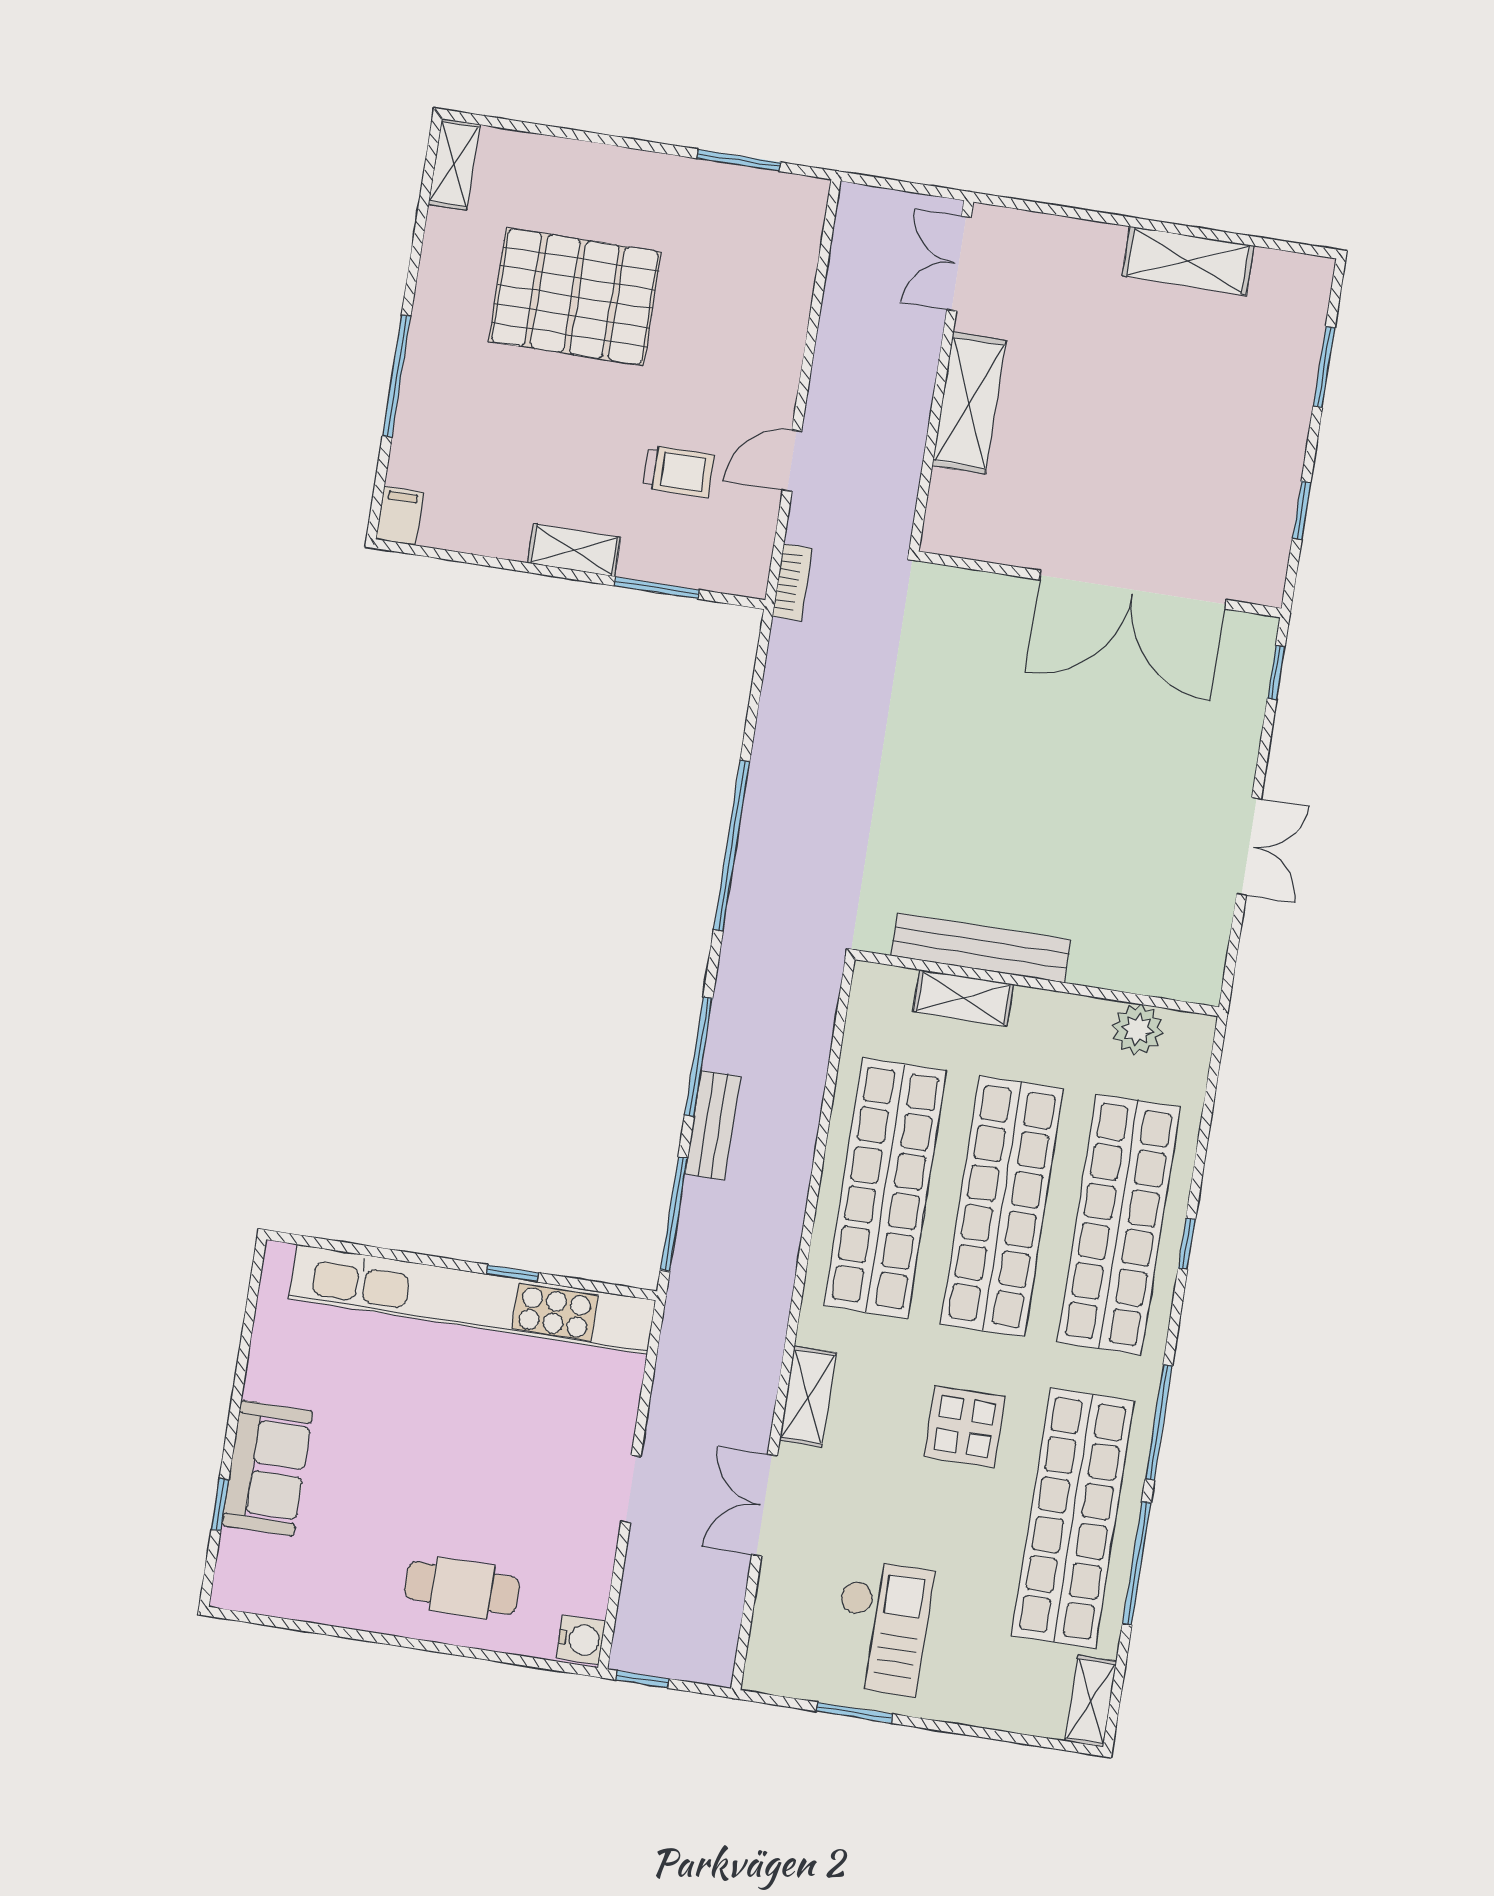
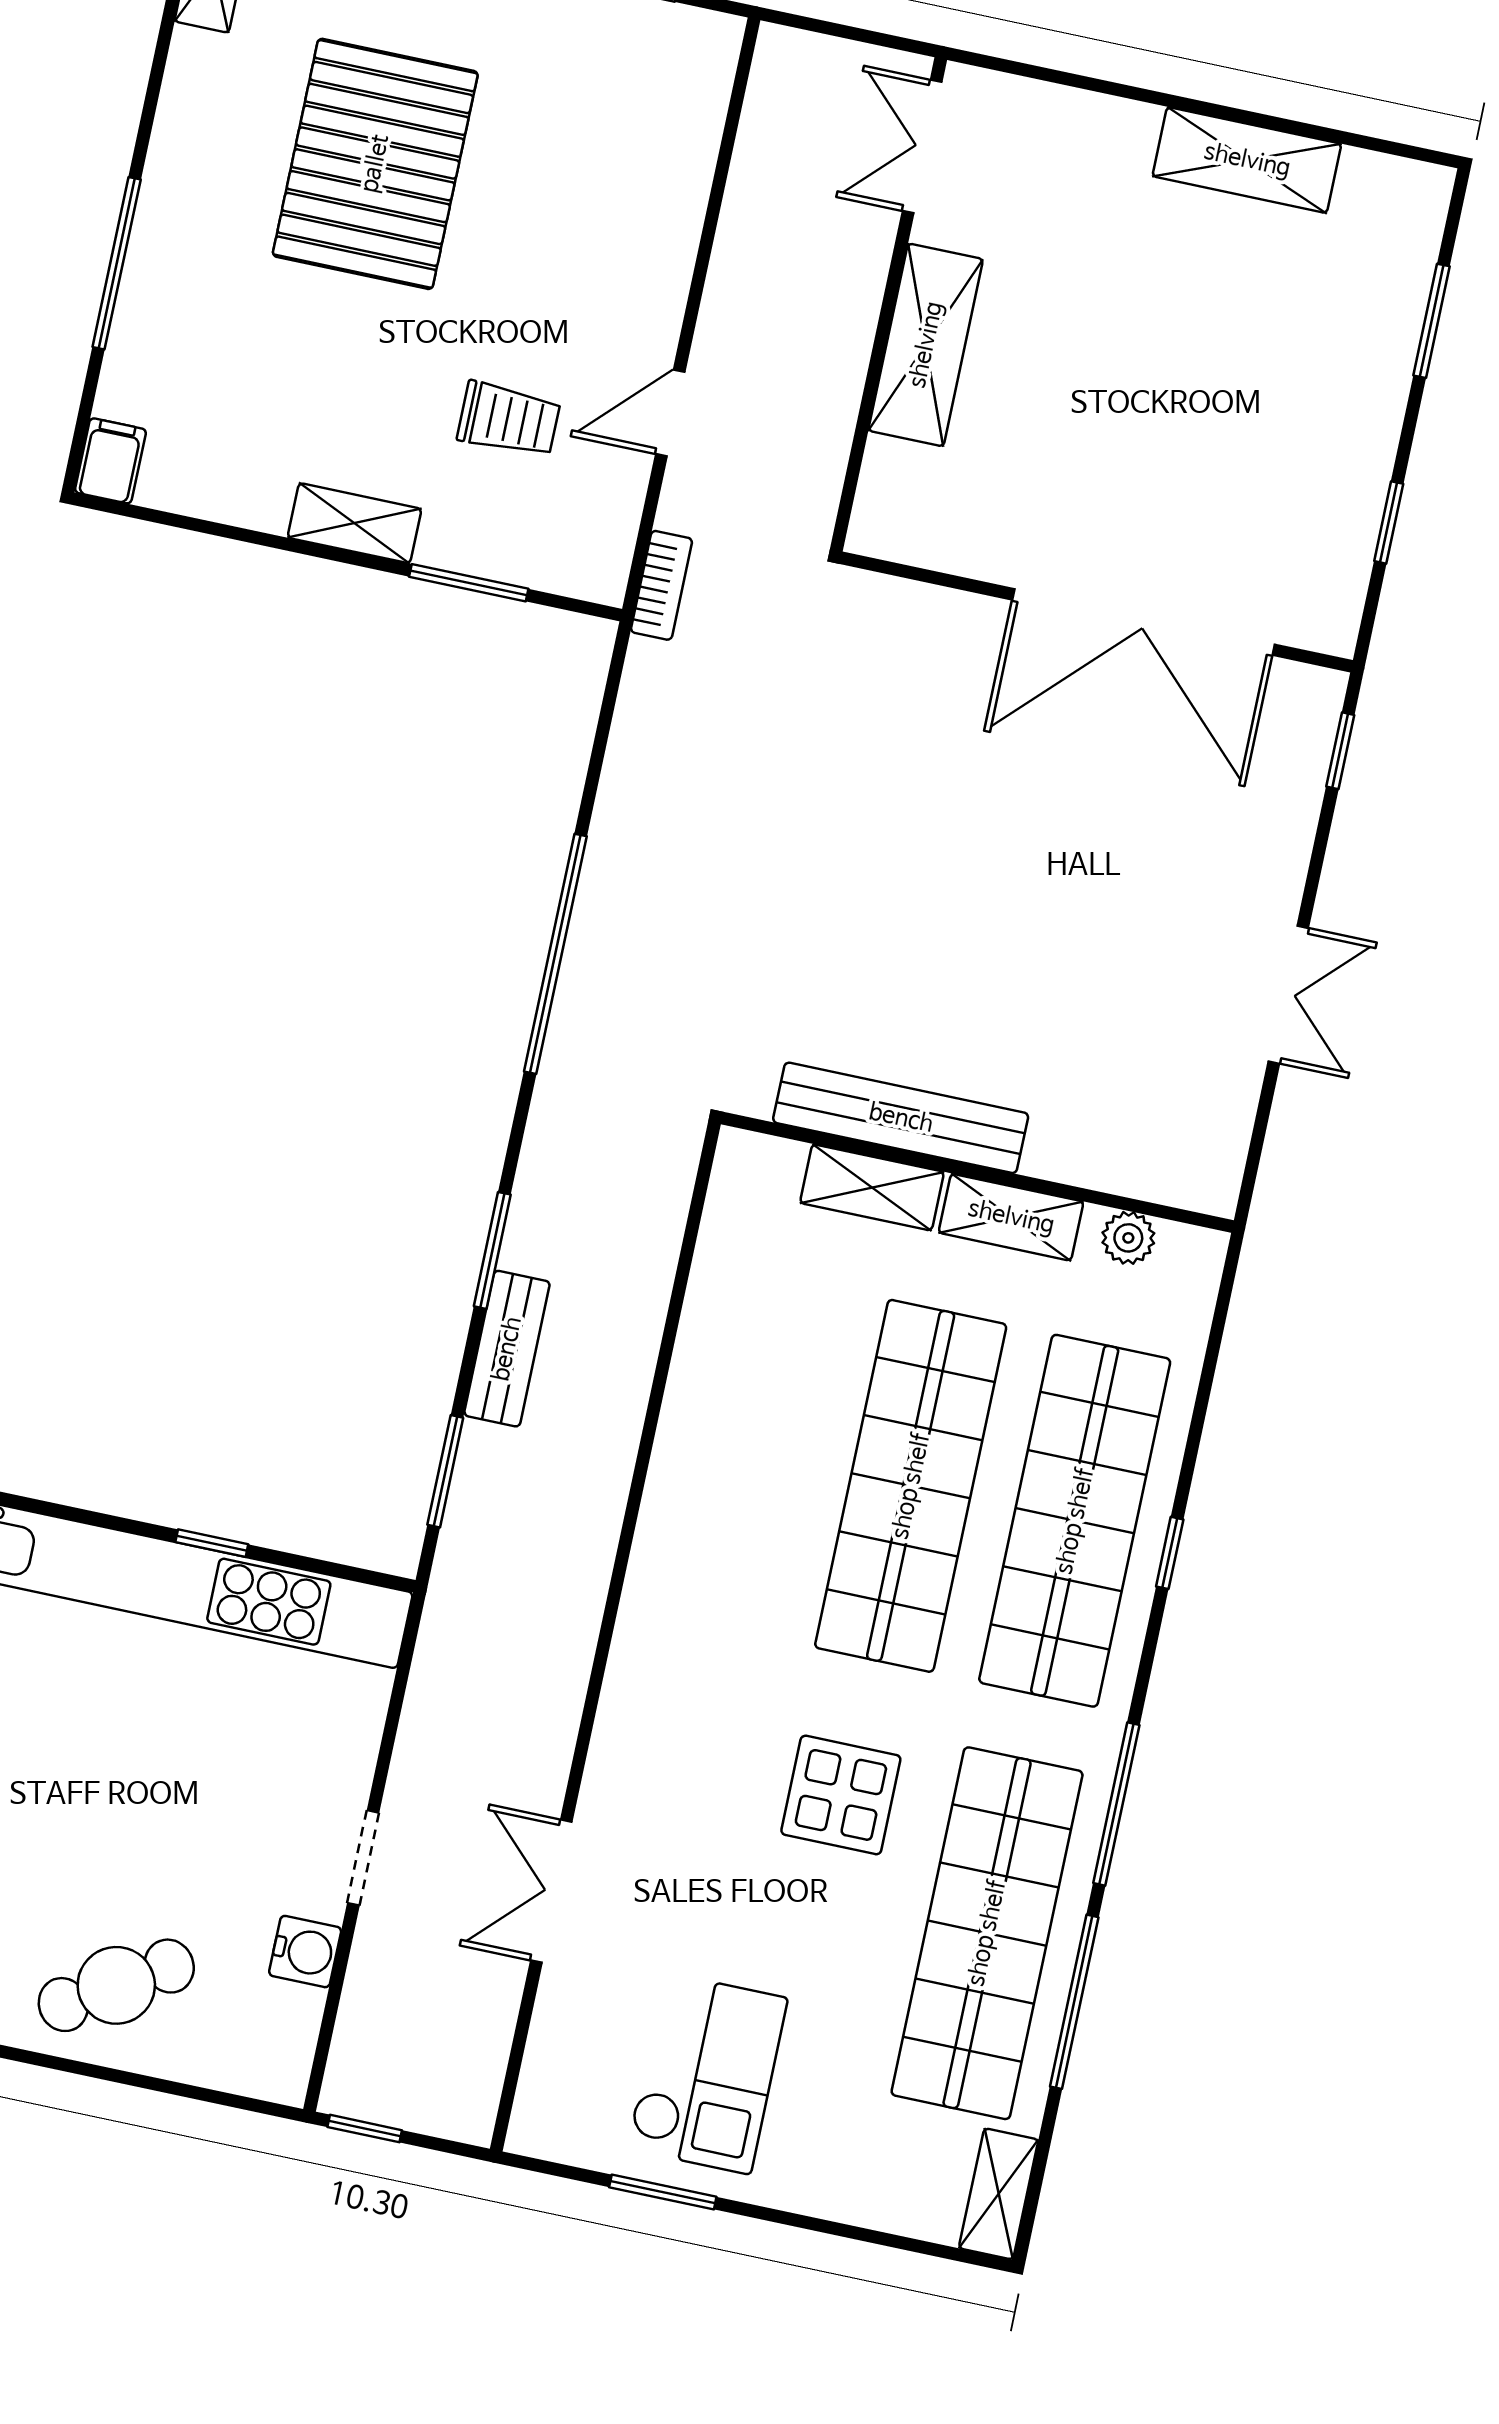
pallet: (575, 297) -> (375, 164), turned 90
plant: (1138, 1029) -> (1128, 1238), width x0.73, depth x0.73
window: (699, 1057) -> (492, 1250), width x0.69
shop shelf: (885, 1188) -> (747, 1451), removed
window: (674, 1214) -> (445, 1471), width x0.69
shelving: (808, 1397) -> (1011, 1217), moved, turned 90
cafe table: (462, 1588) -> (116, 1985), turned -32
water cooler: (581, 1640) -> (305, 1952), moved

